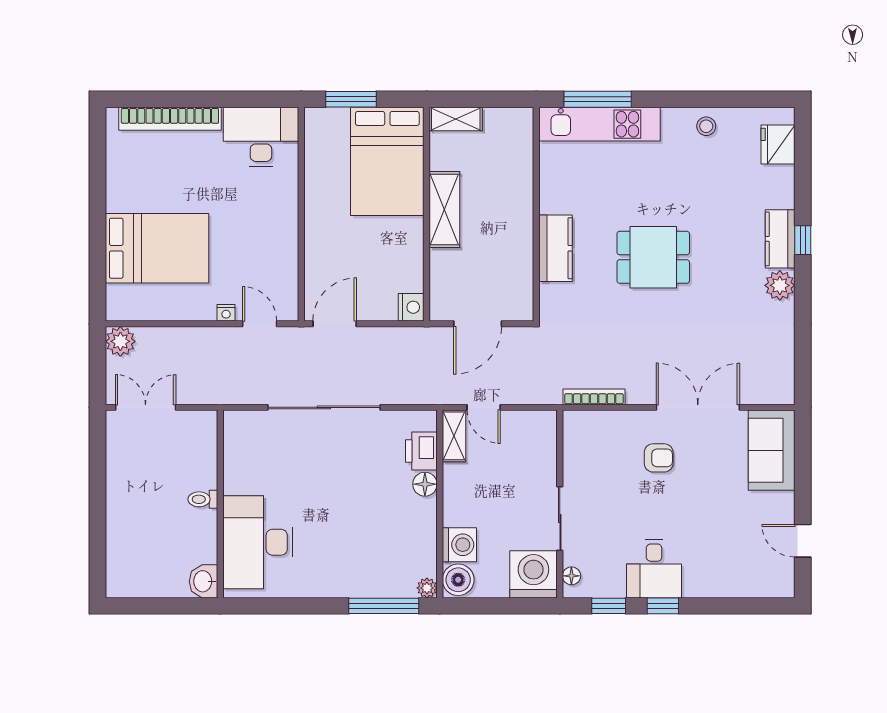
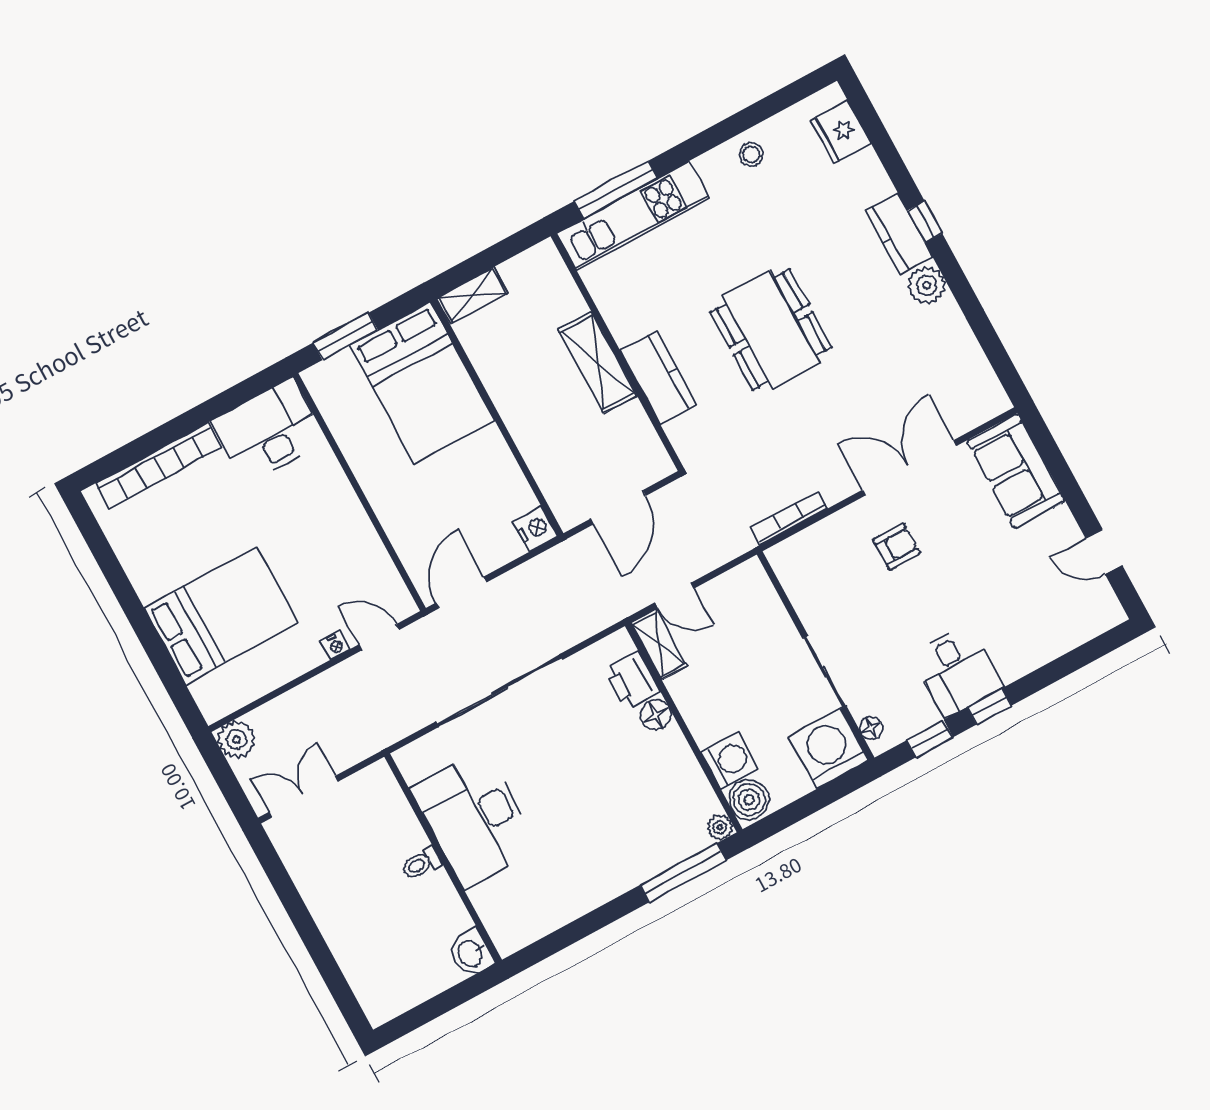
shelving: (444, 210) -> (597, 362), moved
dining table: (653, 257) -> (771, 330), width x1.38
desk: (258, 542) -> (475, 819), moved

